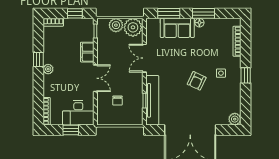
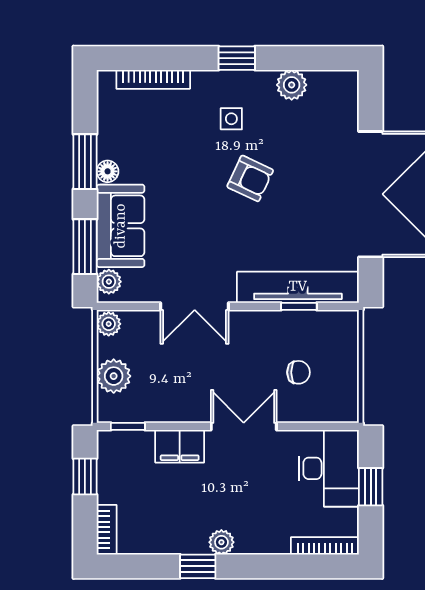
plant: (154, 23) -> (109, 282), added
plant: (133, 27) -> (109, 324), width x0.53, depth x0.53
plant: (235, 119) -> (292, 85), moved

